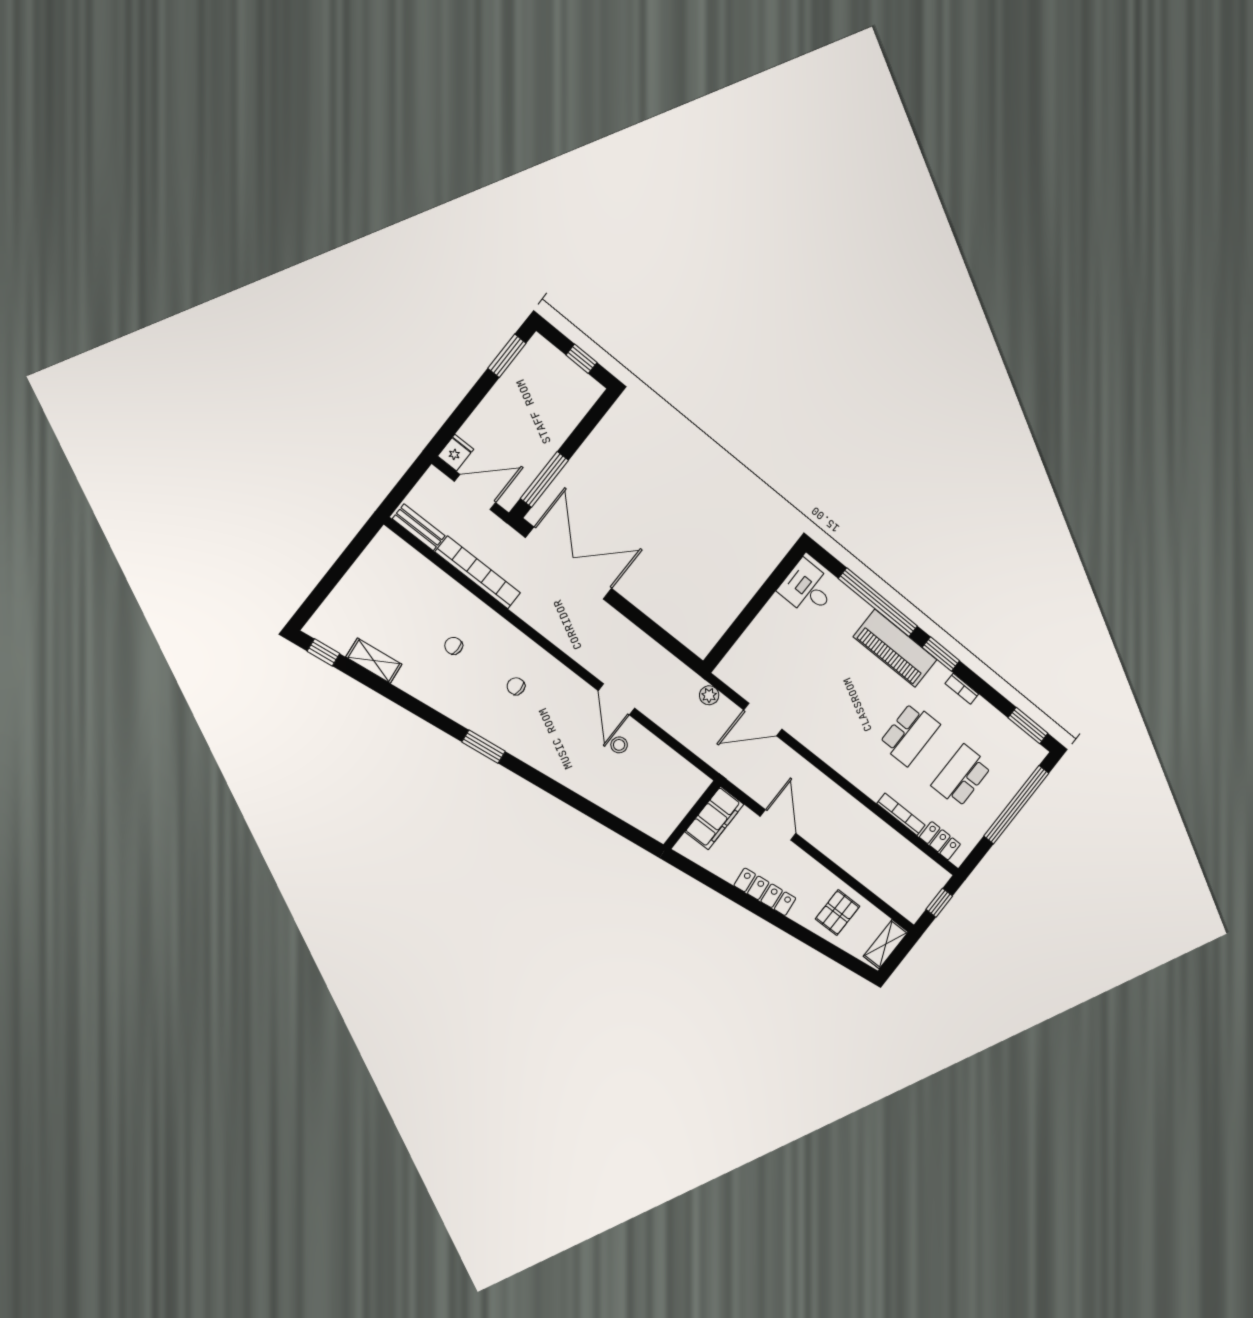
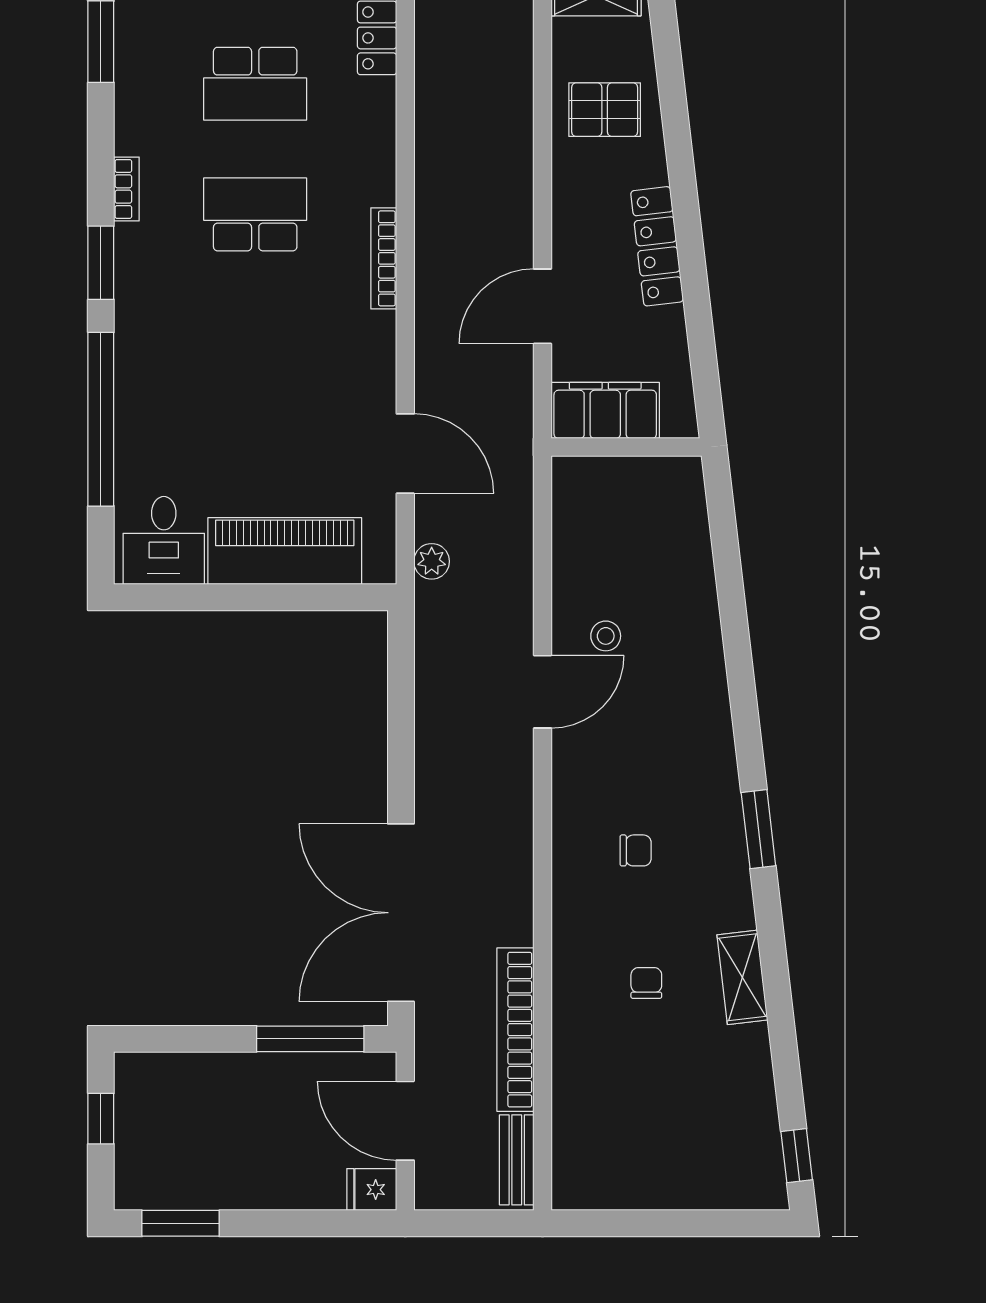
chair: (454, 646) -> (646, 983), turned 180
piano: (895, 648) -> (285, 551), moved, turned -90
shelving: (374, 661) -> (742, 977), moved
chair: (516, 686) -> (636, 850), turned -90
bookcase: (901, 814) -> (384, 258), moved

